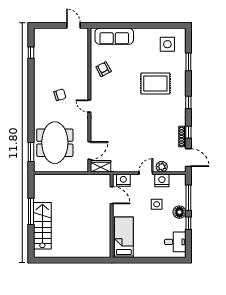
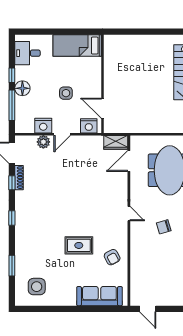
rug: (155, 83) -> (79, 245), moved, width x0.73, depth x0.70
side table: (157, 204) -> (66, 93), moved
bed: (124, 237) -> (77, 46), moved, turned 90

